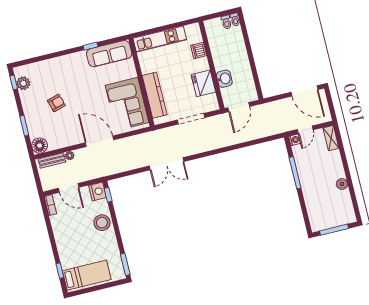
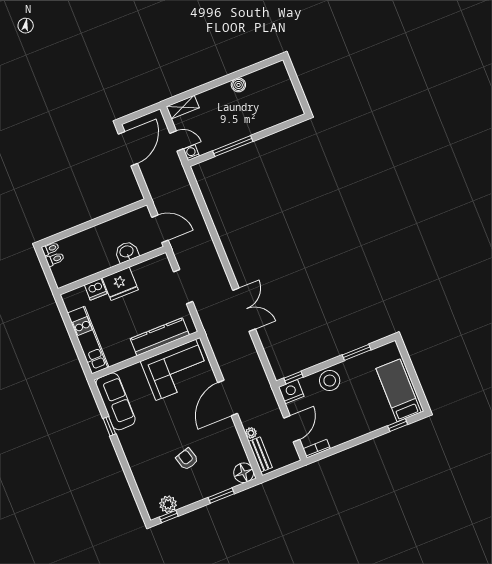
fridge: (203, 83) -> (120, 284), moved
window: (334, 230) -> (297, 87), removed
window: (125, 264) -> (357, 352), moved

